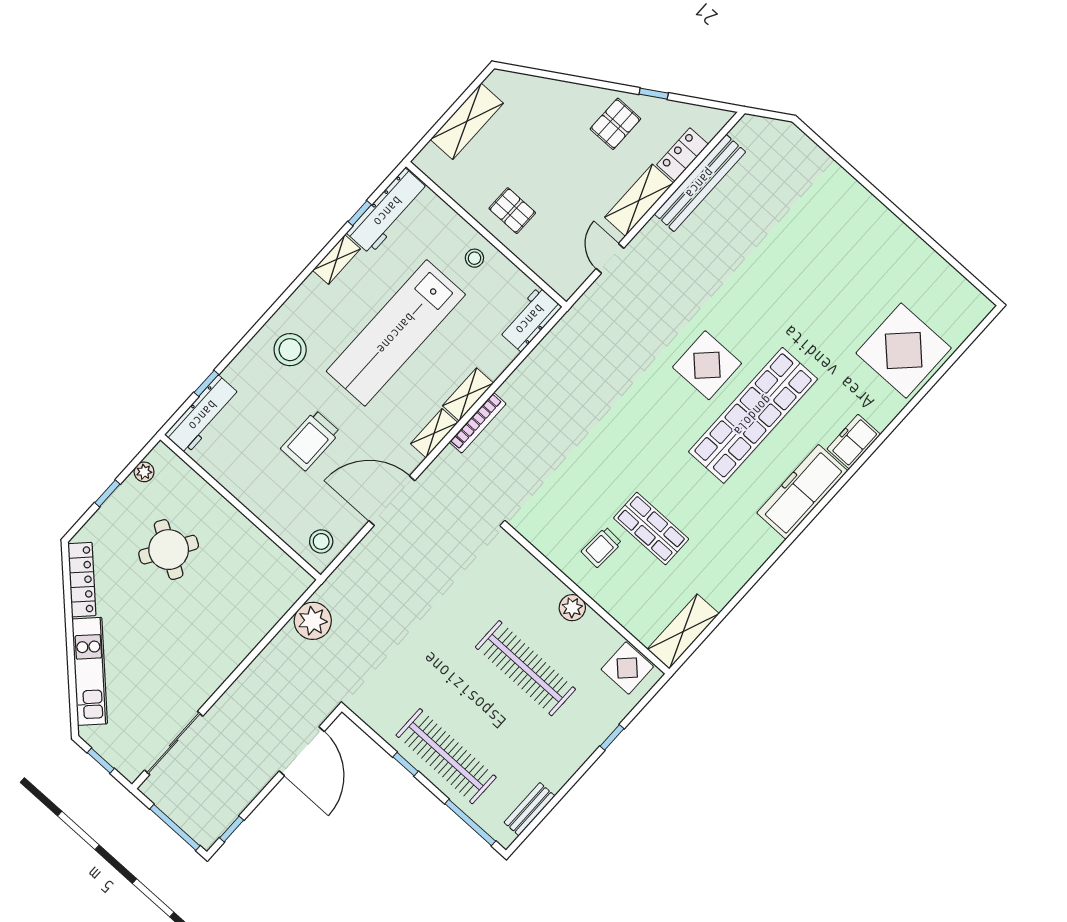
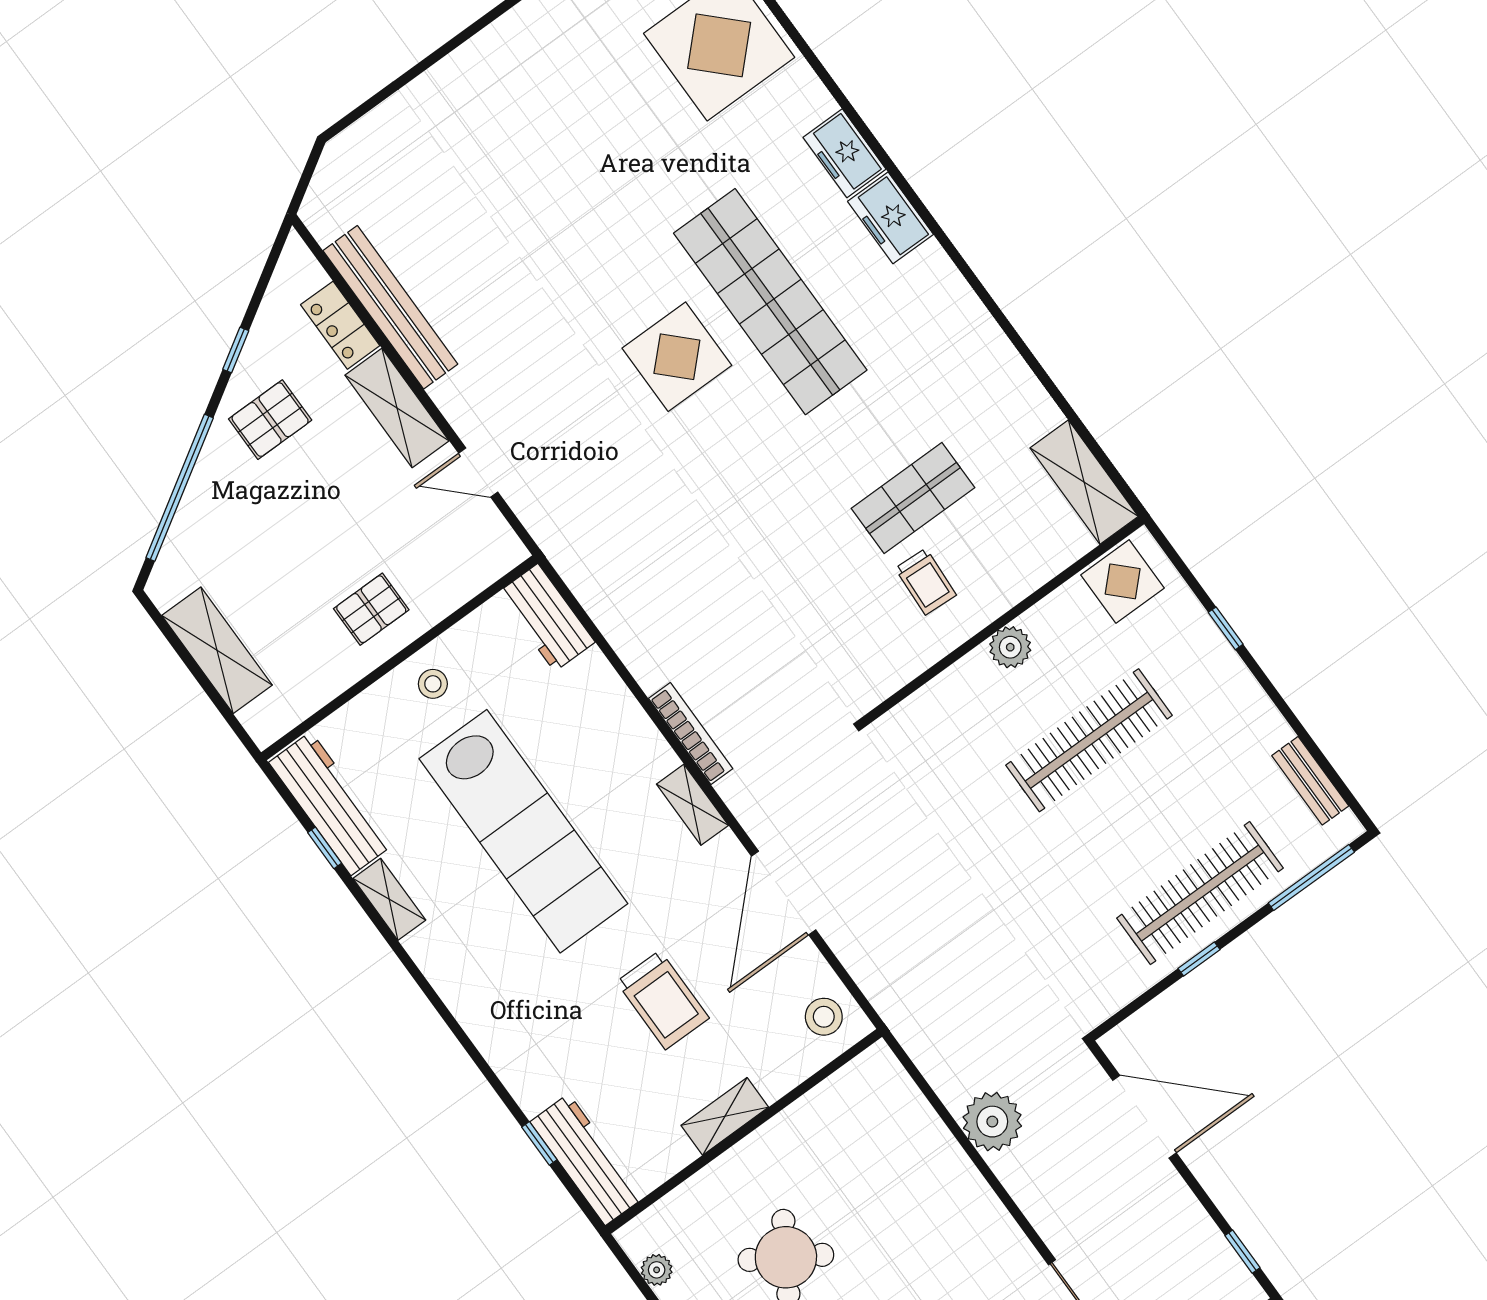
window: (562, 77) -> (180, 488), added
pallet: (615, 124) -> (270, 420), turned 90
stool: (290, 350) -> (514, 1002), removed
shelving: (468, 394) -> (725, 1116), moved, turned 90
freezer: (802, 492) -> (891, 218), width x0.52, depth x0.79
plant: (313, 621) -> (992, 1122), moved

